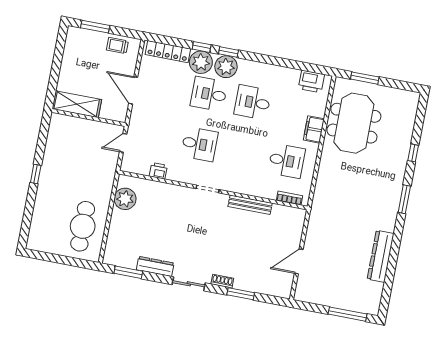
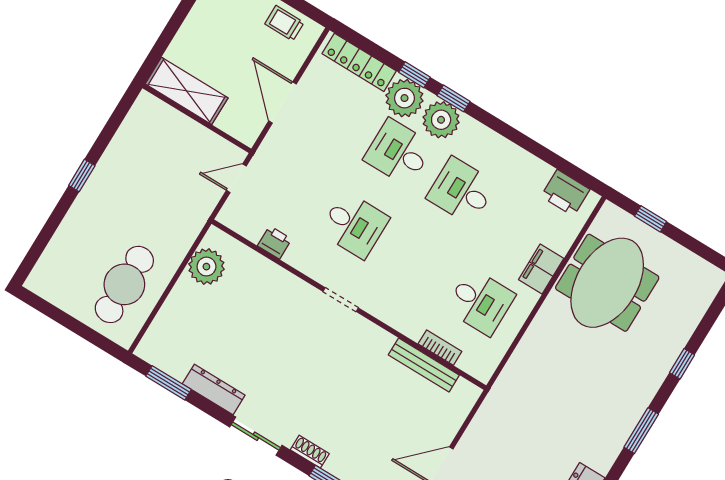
window: (365, 78) -> (651, 219), width x0.67
bookcase: (290, 198) -> (440, 348), moved
bench: (250, 205) -> (424, 365), moved

